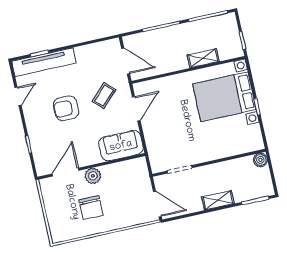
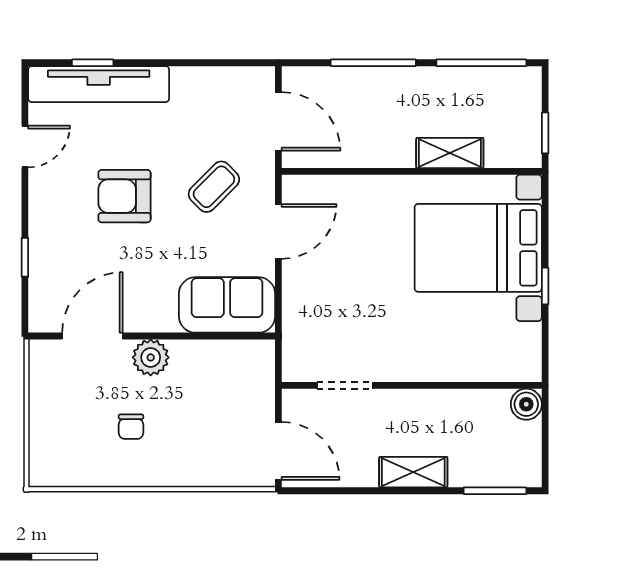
chair: (91, 208) -> (131, 427), width x0.54, depth x0.54

